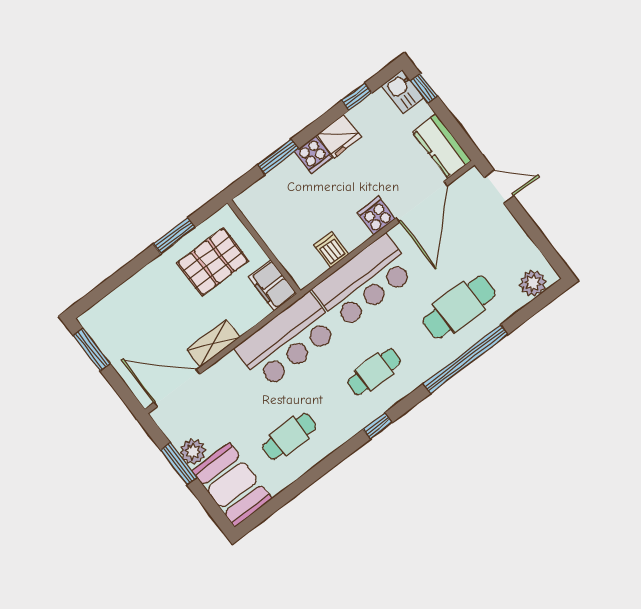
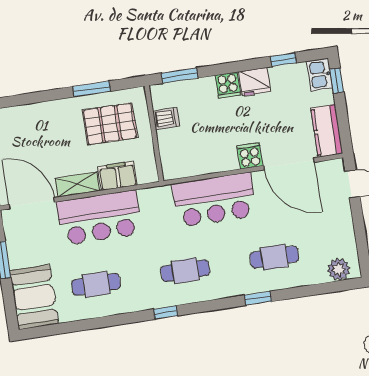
window: (278, 157) -> (180, 75), moved
door: (422, 202) -> (289, 164), hinge flipped
dishwasher: (331, 250) -> (166, 118), moved, turned 90
filing cabinet: (272, 285) -> (117, 176), moved, turned 90
cafe table: (459, 307) -> (274, 257), width x0.73, depth x0.74
bar counter: (287, 341) -> (99, 218), moved
window: (466, 359) -> (258, 298), width x0.32
plant: (193, 452) -> (18, 257), removed

